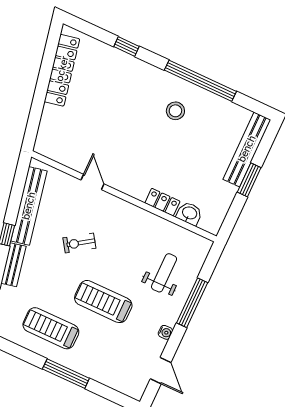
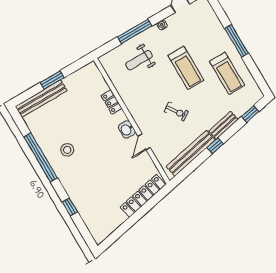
locker: (62, 70) -> (143, 196), moved
washbasin: (189, 213) -> (127, 129), moved

